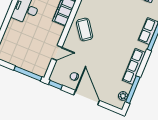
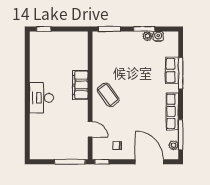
door: (57, 53) -> (90, 129), hinge flipped
door: (87, 98) -> (149, 162), moved

